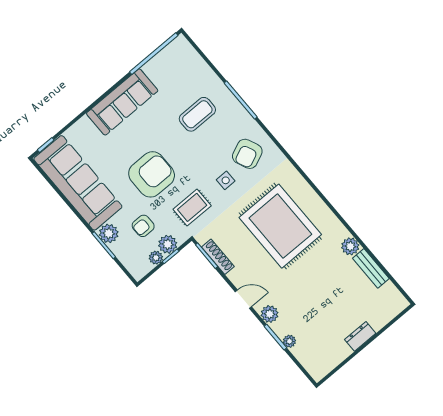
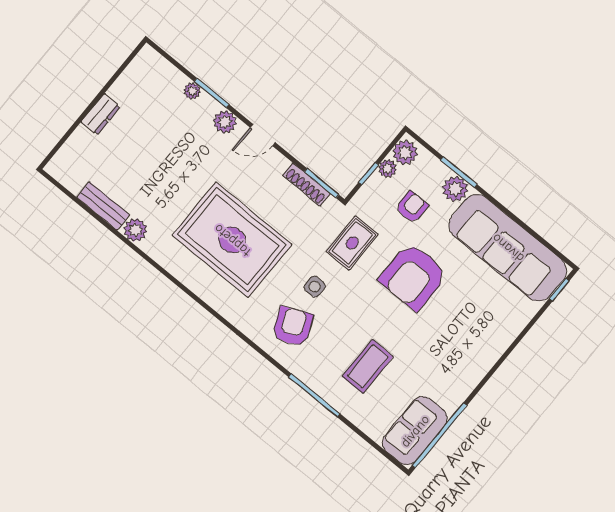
sofa: (122, 102) -> (415, 431), moved, width x0.73
plant: (168, 244) -> (405, 153), moved

